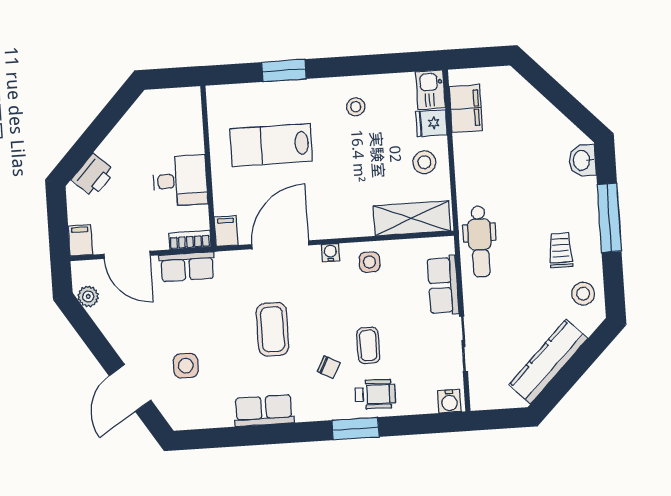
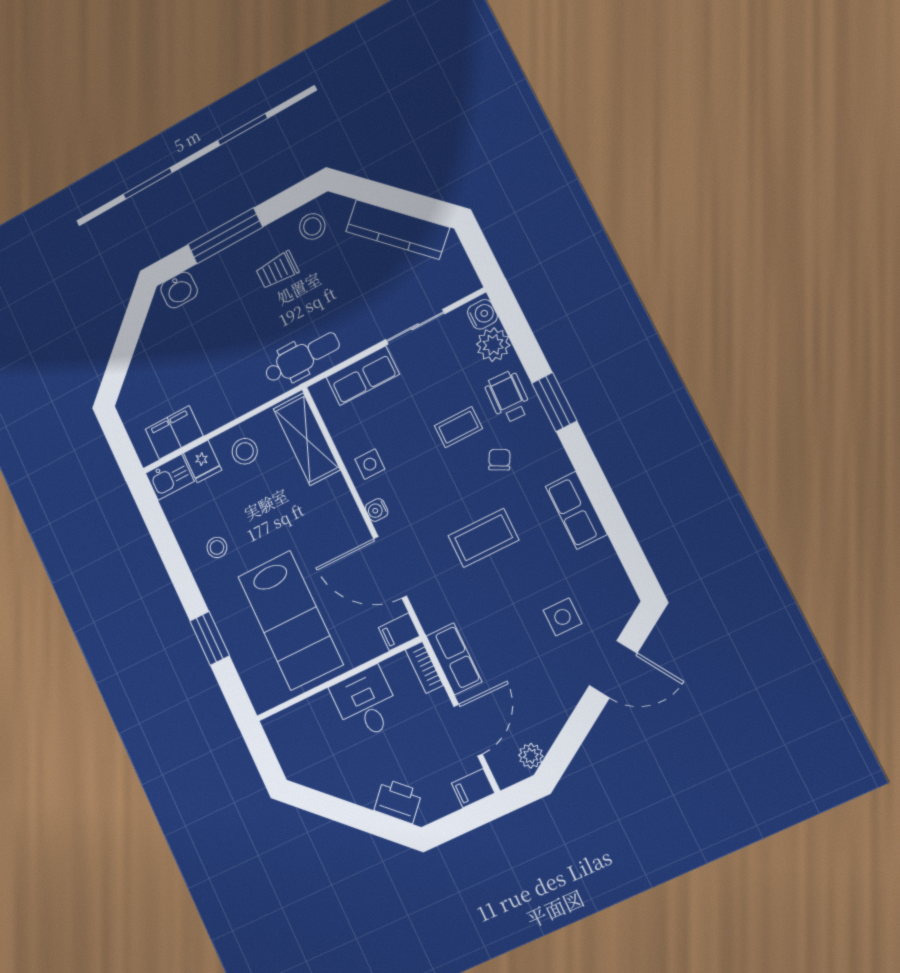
lab bench: (271, 145) -> (290, 620), width x1.36, depth x1.39
plant: (422, 400) -> (493, 345), added

